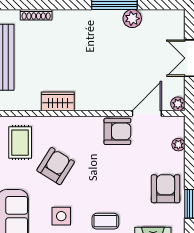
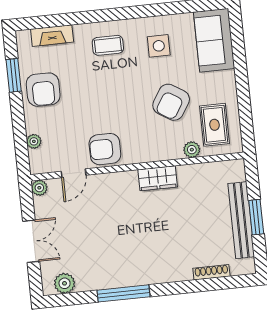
plant: (132, 19) -> (65, 283), moved
wardrobe: (58, 101) -> (158, 178), moved
door: (147, 113) -> (74, 173), width x0.73
plant: (42, 123) -> (192, 150), added

